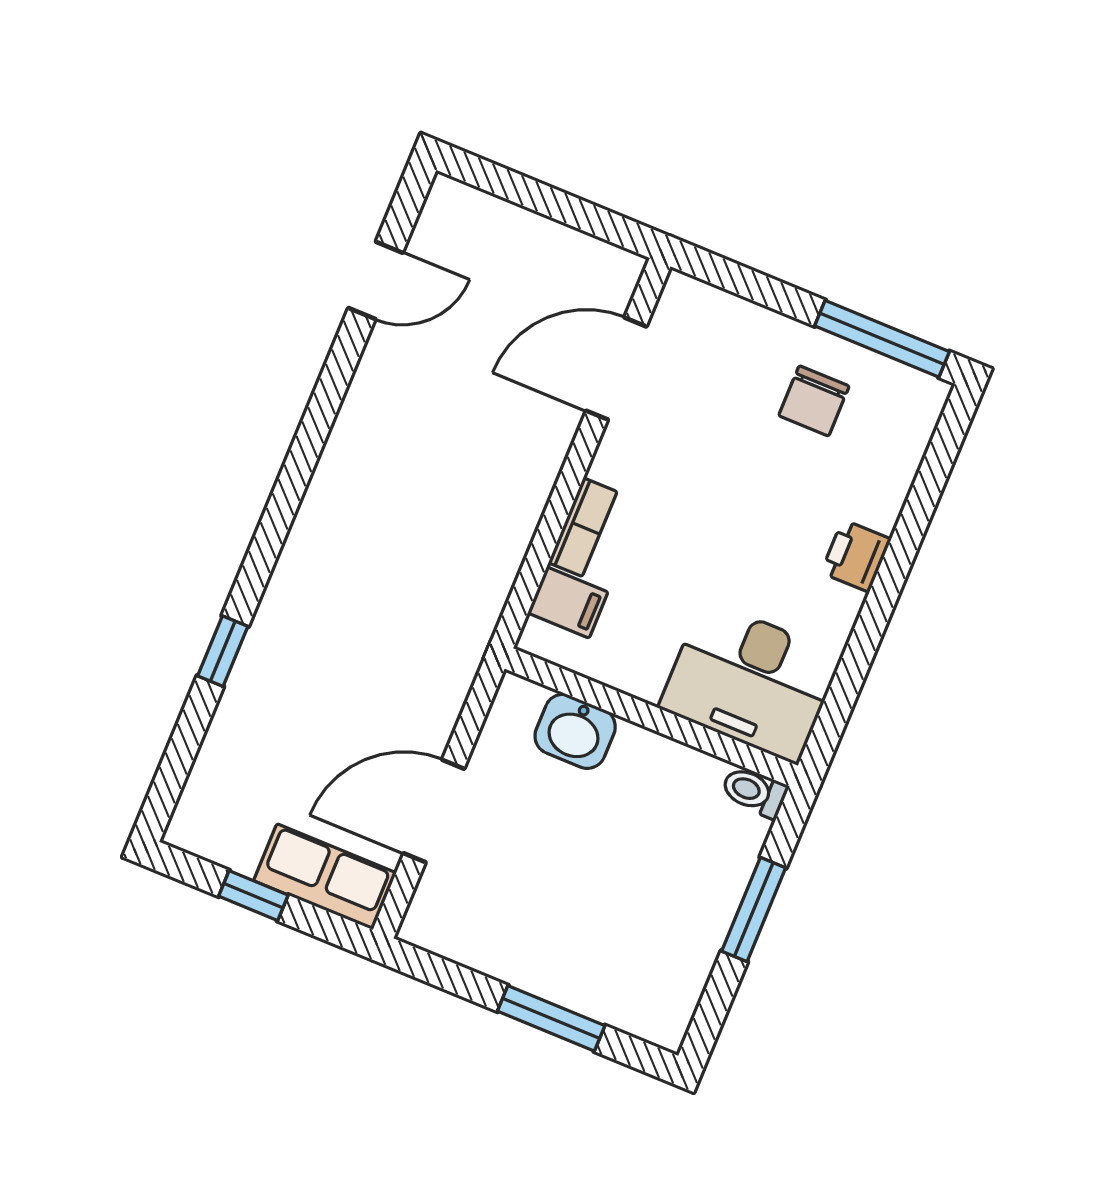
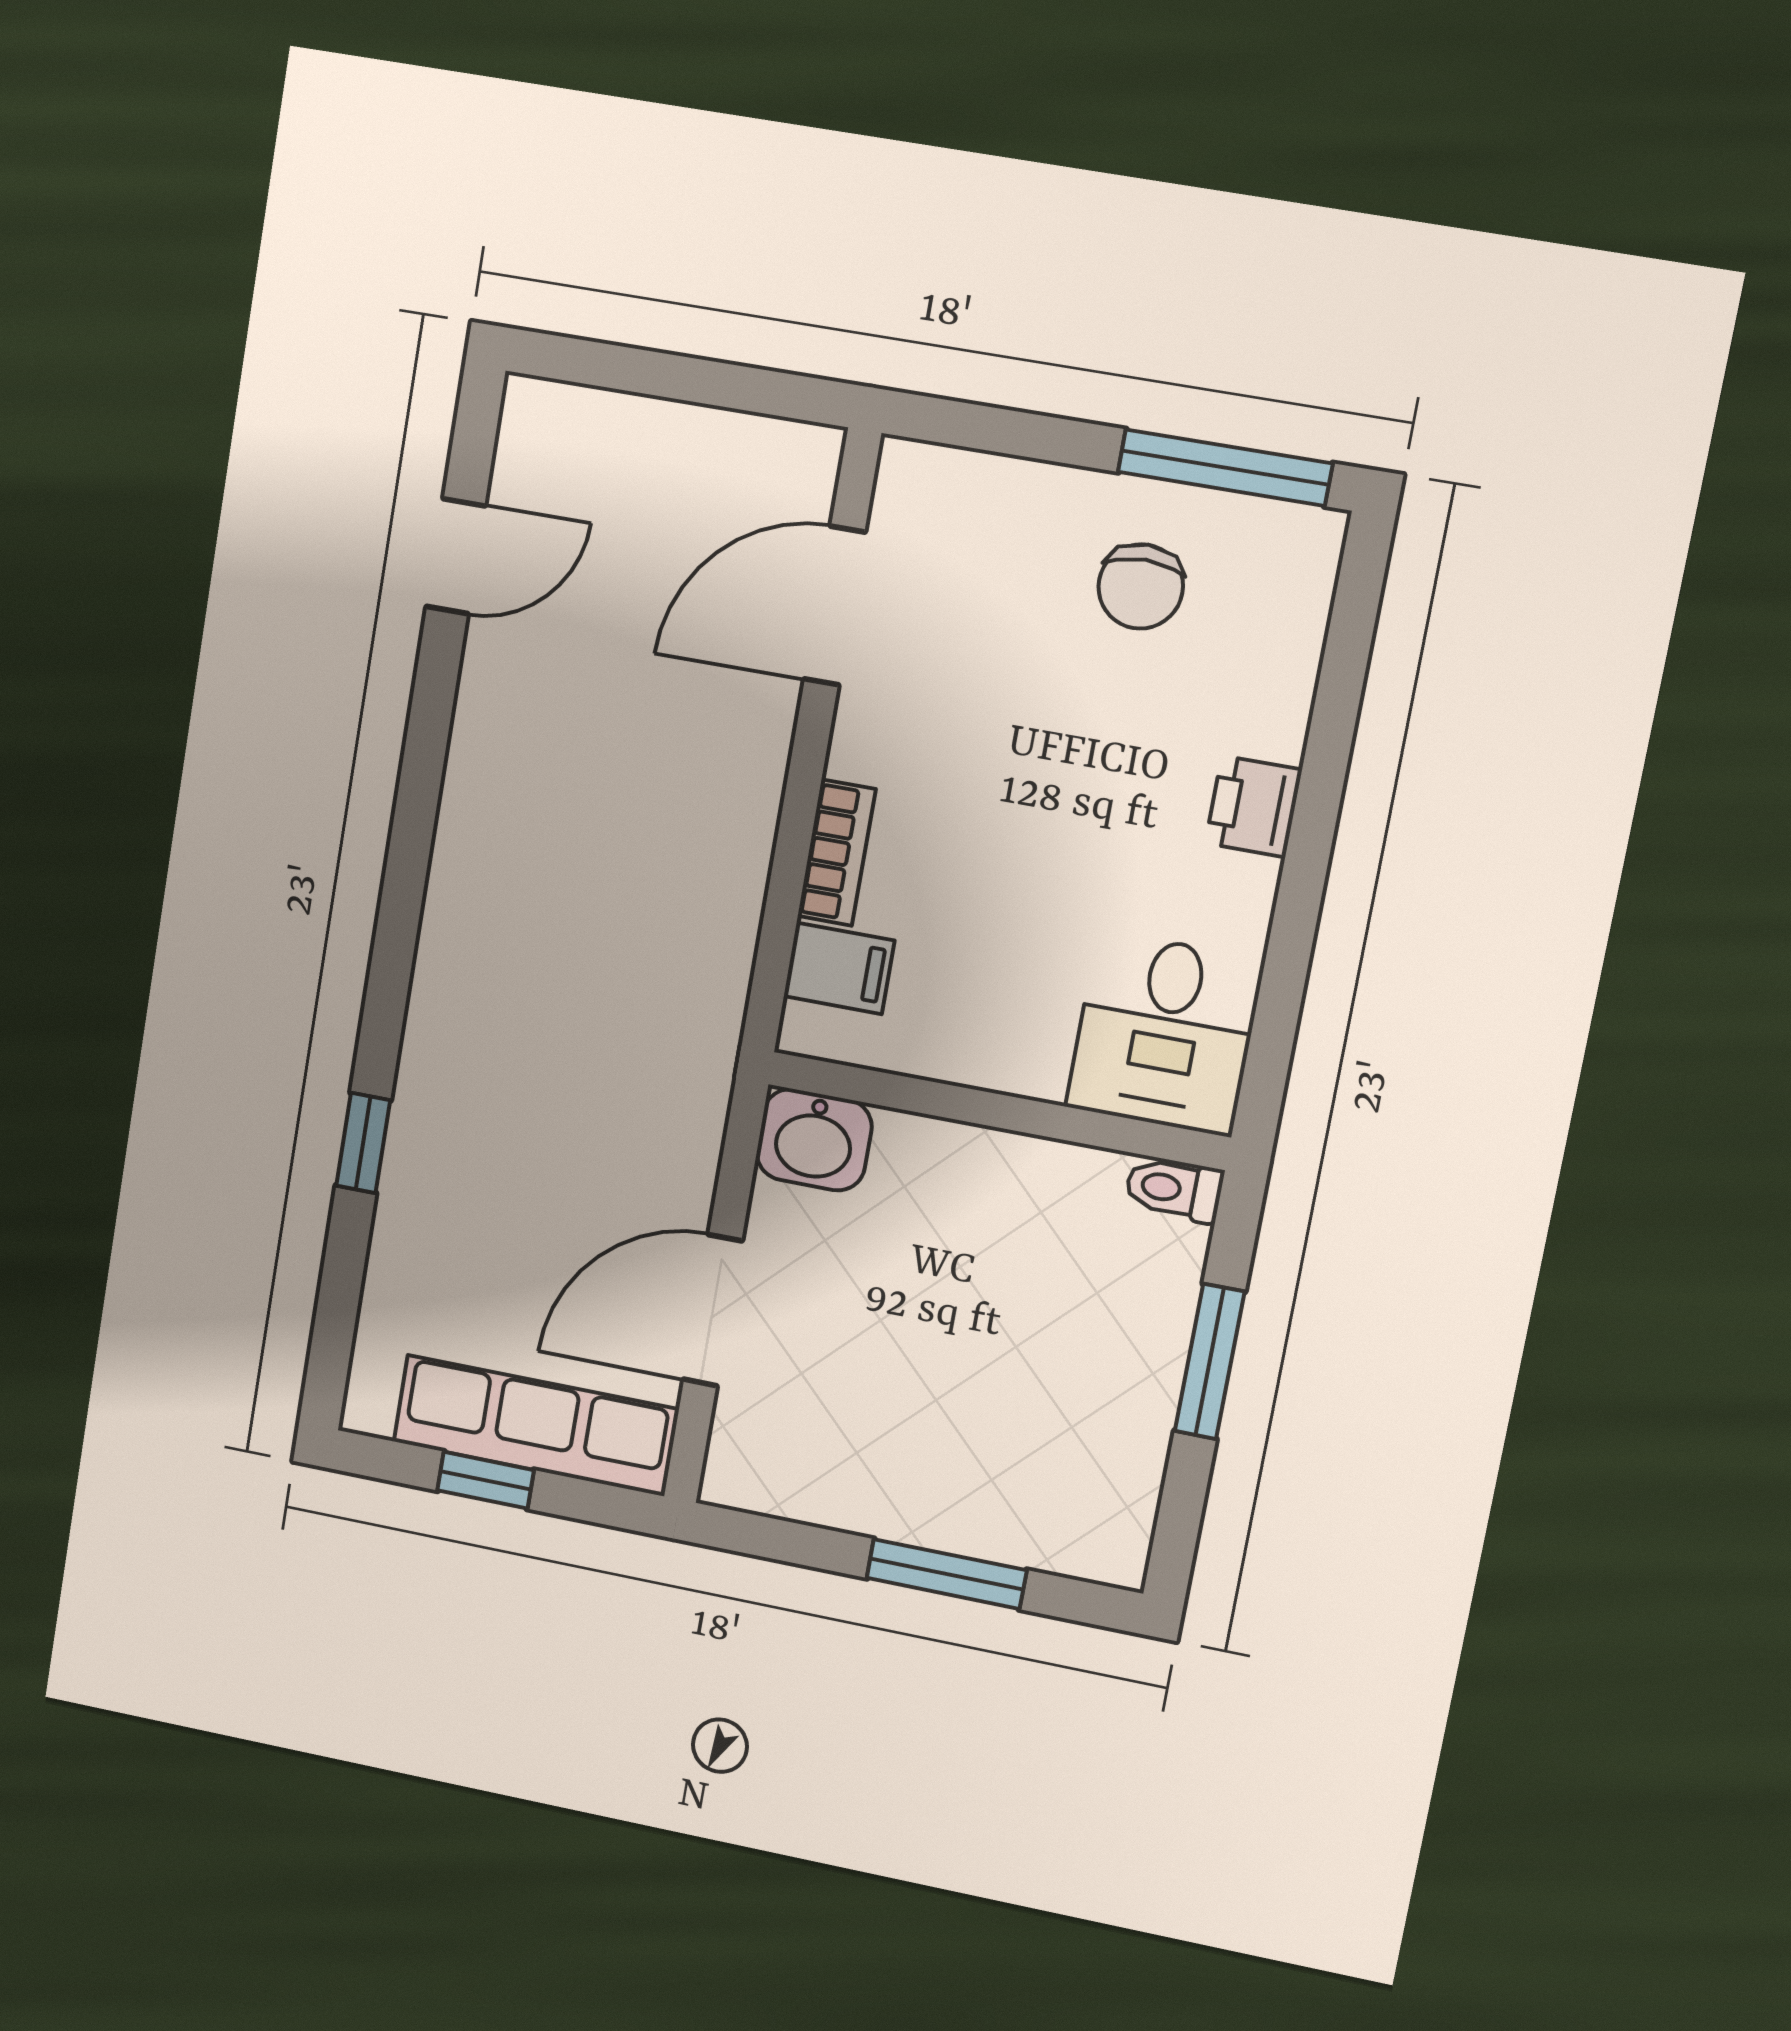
desk: (750, 681) -> (1165, 1033), width x0.73
washbasin: (575, 731) -> (814, 1140), moved
row of seats: (325, 877) -> (536, 1425), width x1.48

